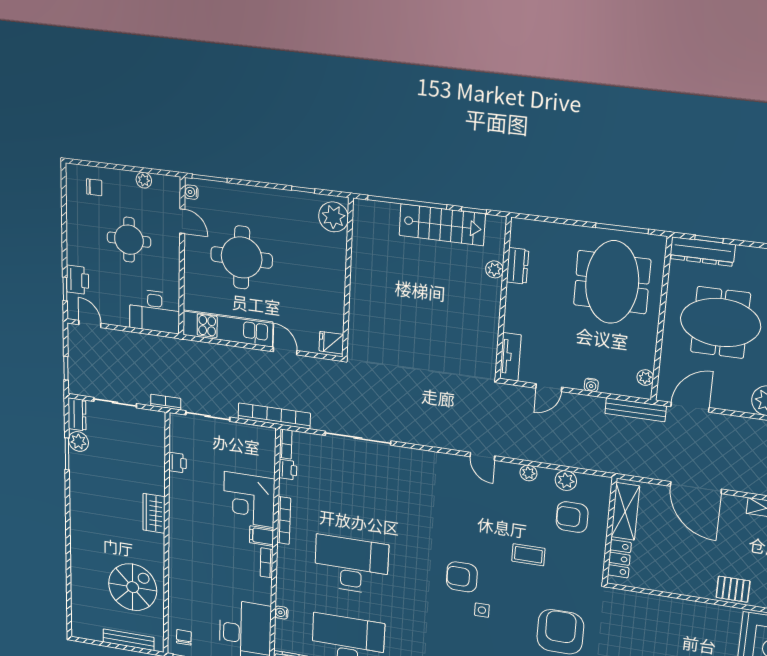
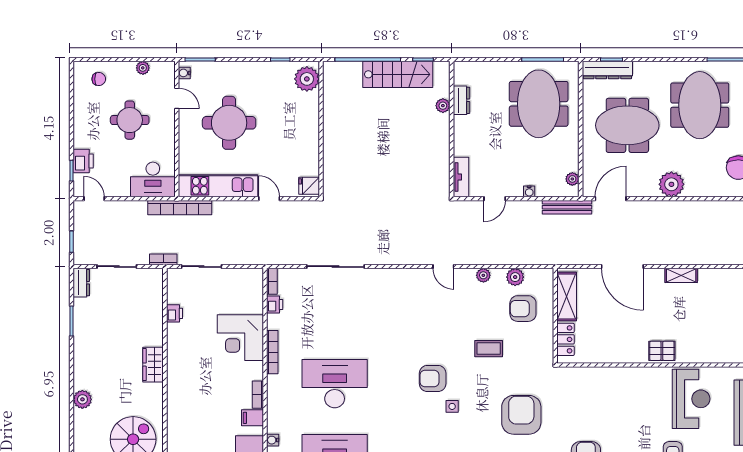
bookcase: (274, 416) -> (180, 208), moved, turned 180
plant: (78, 441) -> (82, 399), moved
filing cabinet: (261, 536) -> (253, 418), moved

